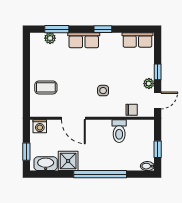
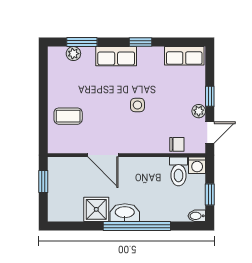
side table: (103, 91) -> (137, 105), moved
washing machine: (40, 126) -> (197, 165), moved
toilet: (119, 131) -> (179, 171), moved
window: (26, 152) -> (43, 181), moved
washbasin: (46, 164) -> (125, 213), moved

